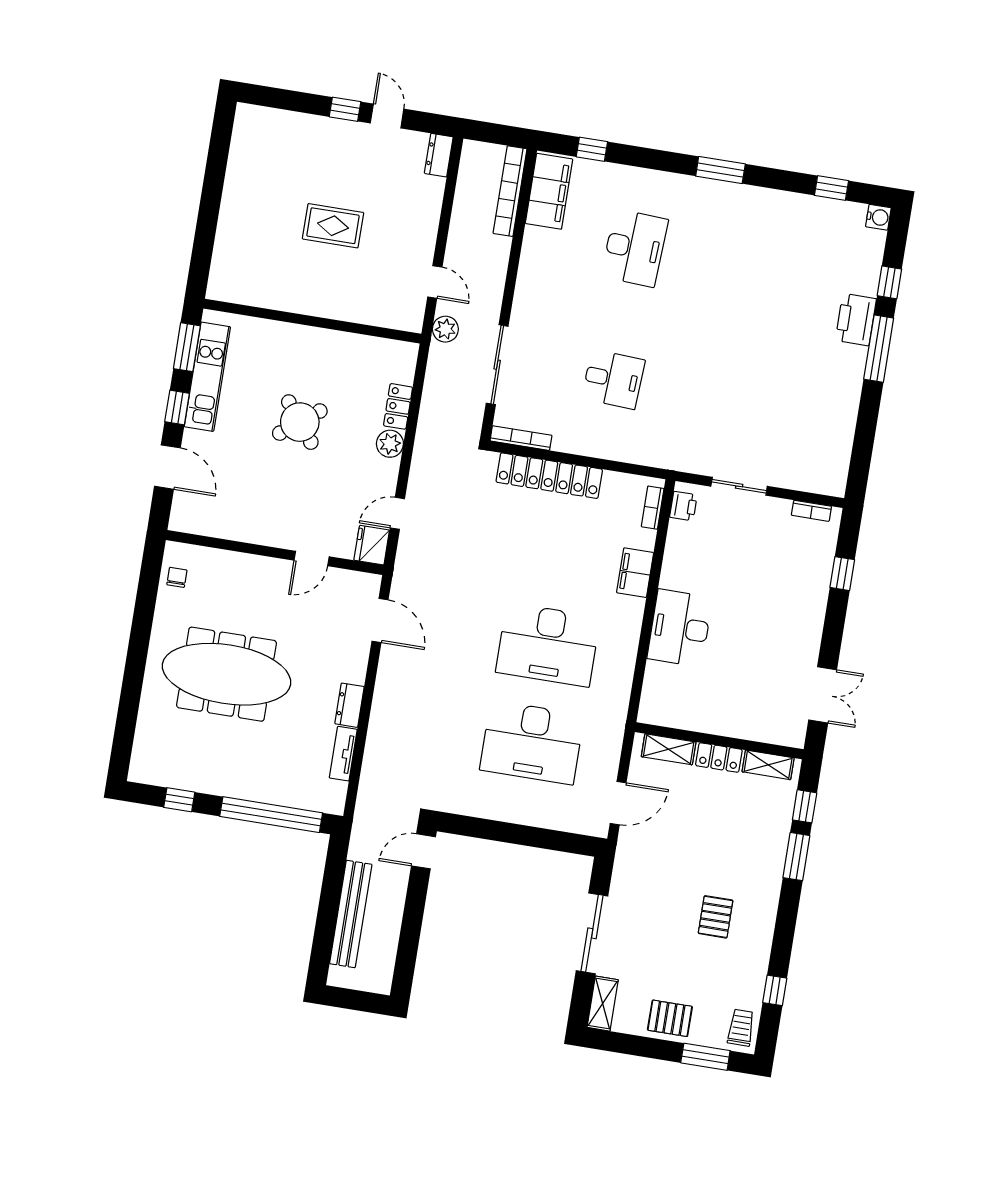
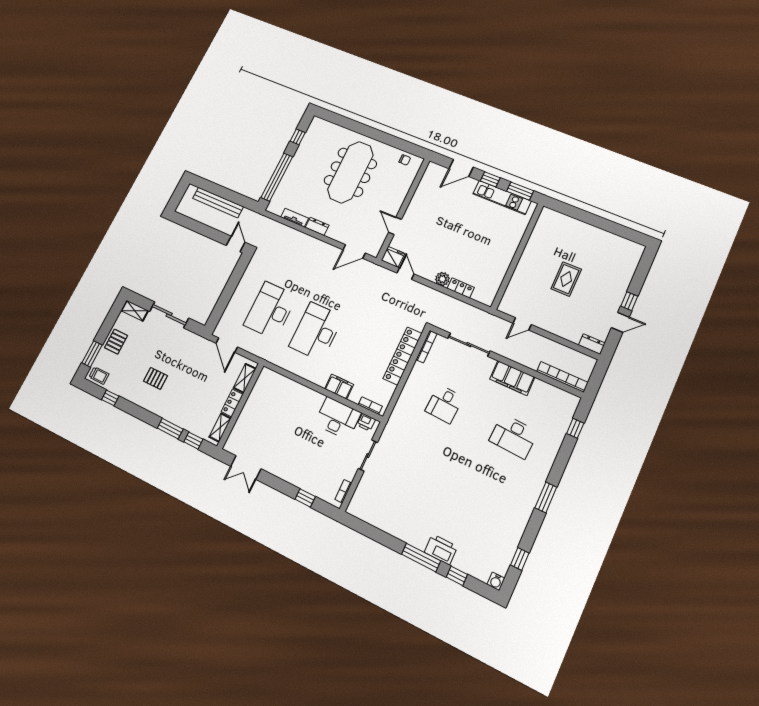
filing cabinet: (549, 191) -> (512, 378), moved
plant: (445, 329) -> (495, 323), removed
round table: (300, 422) -> (466, 237), removed
desk: (680, 628) -> (338, 418), moved

